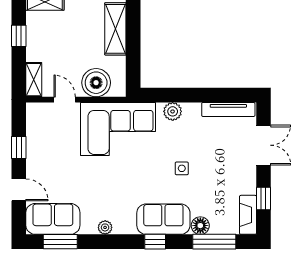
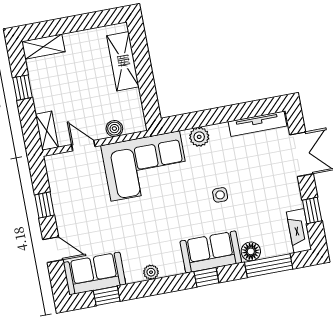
boiler: (96, 83) -> (114, 129), width x0.54, depth x0.54
window: (60, 242) -> (107, 296), width x0.67

